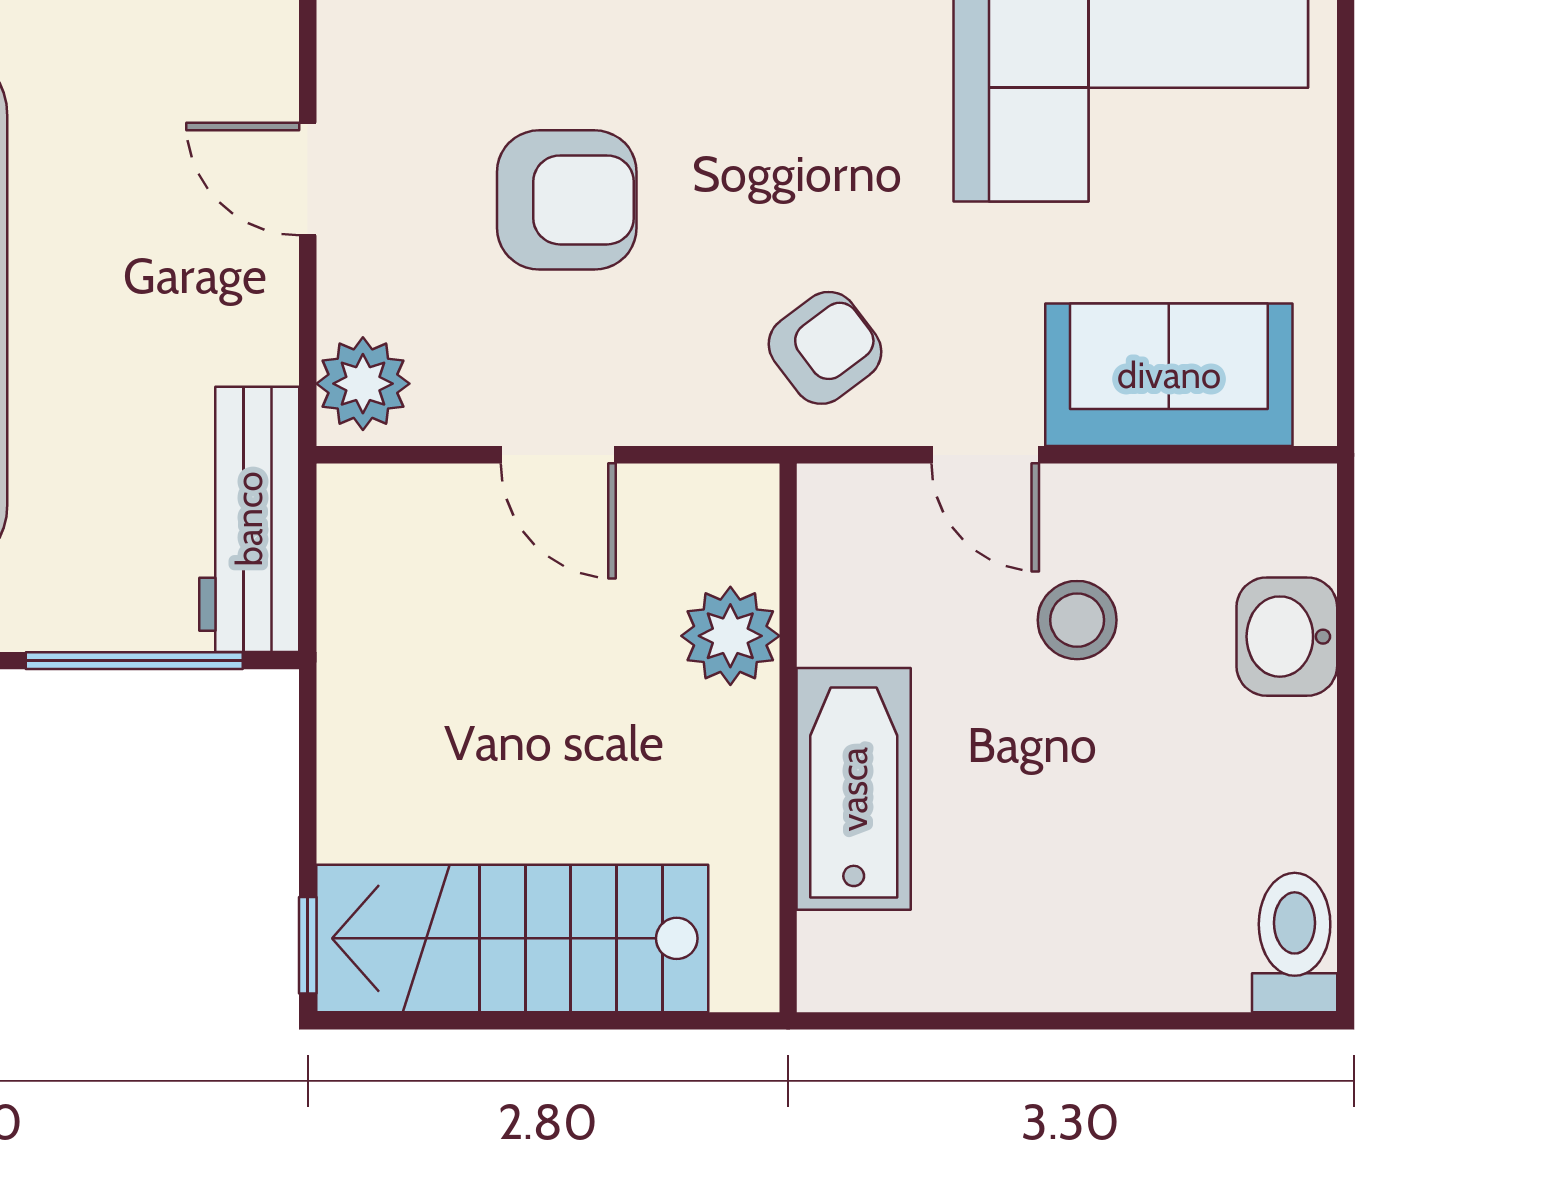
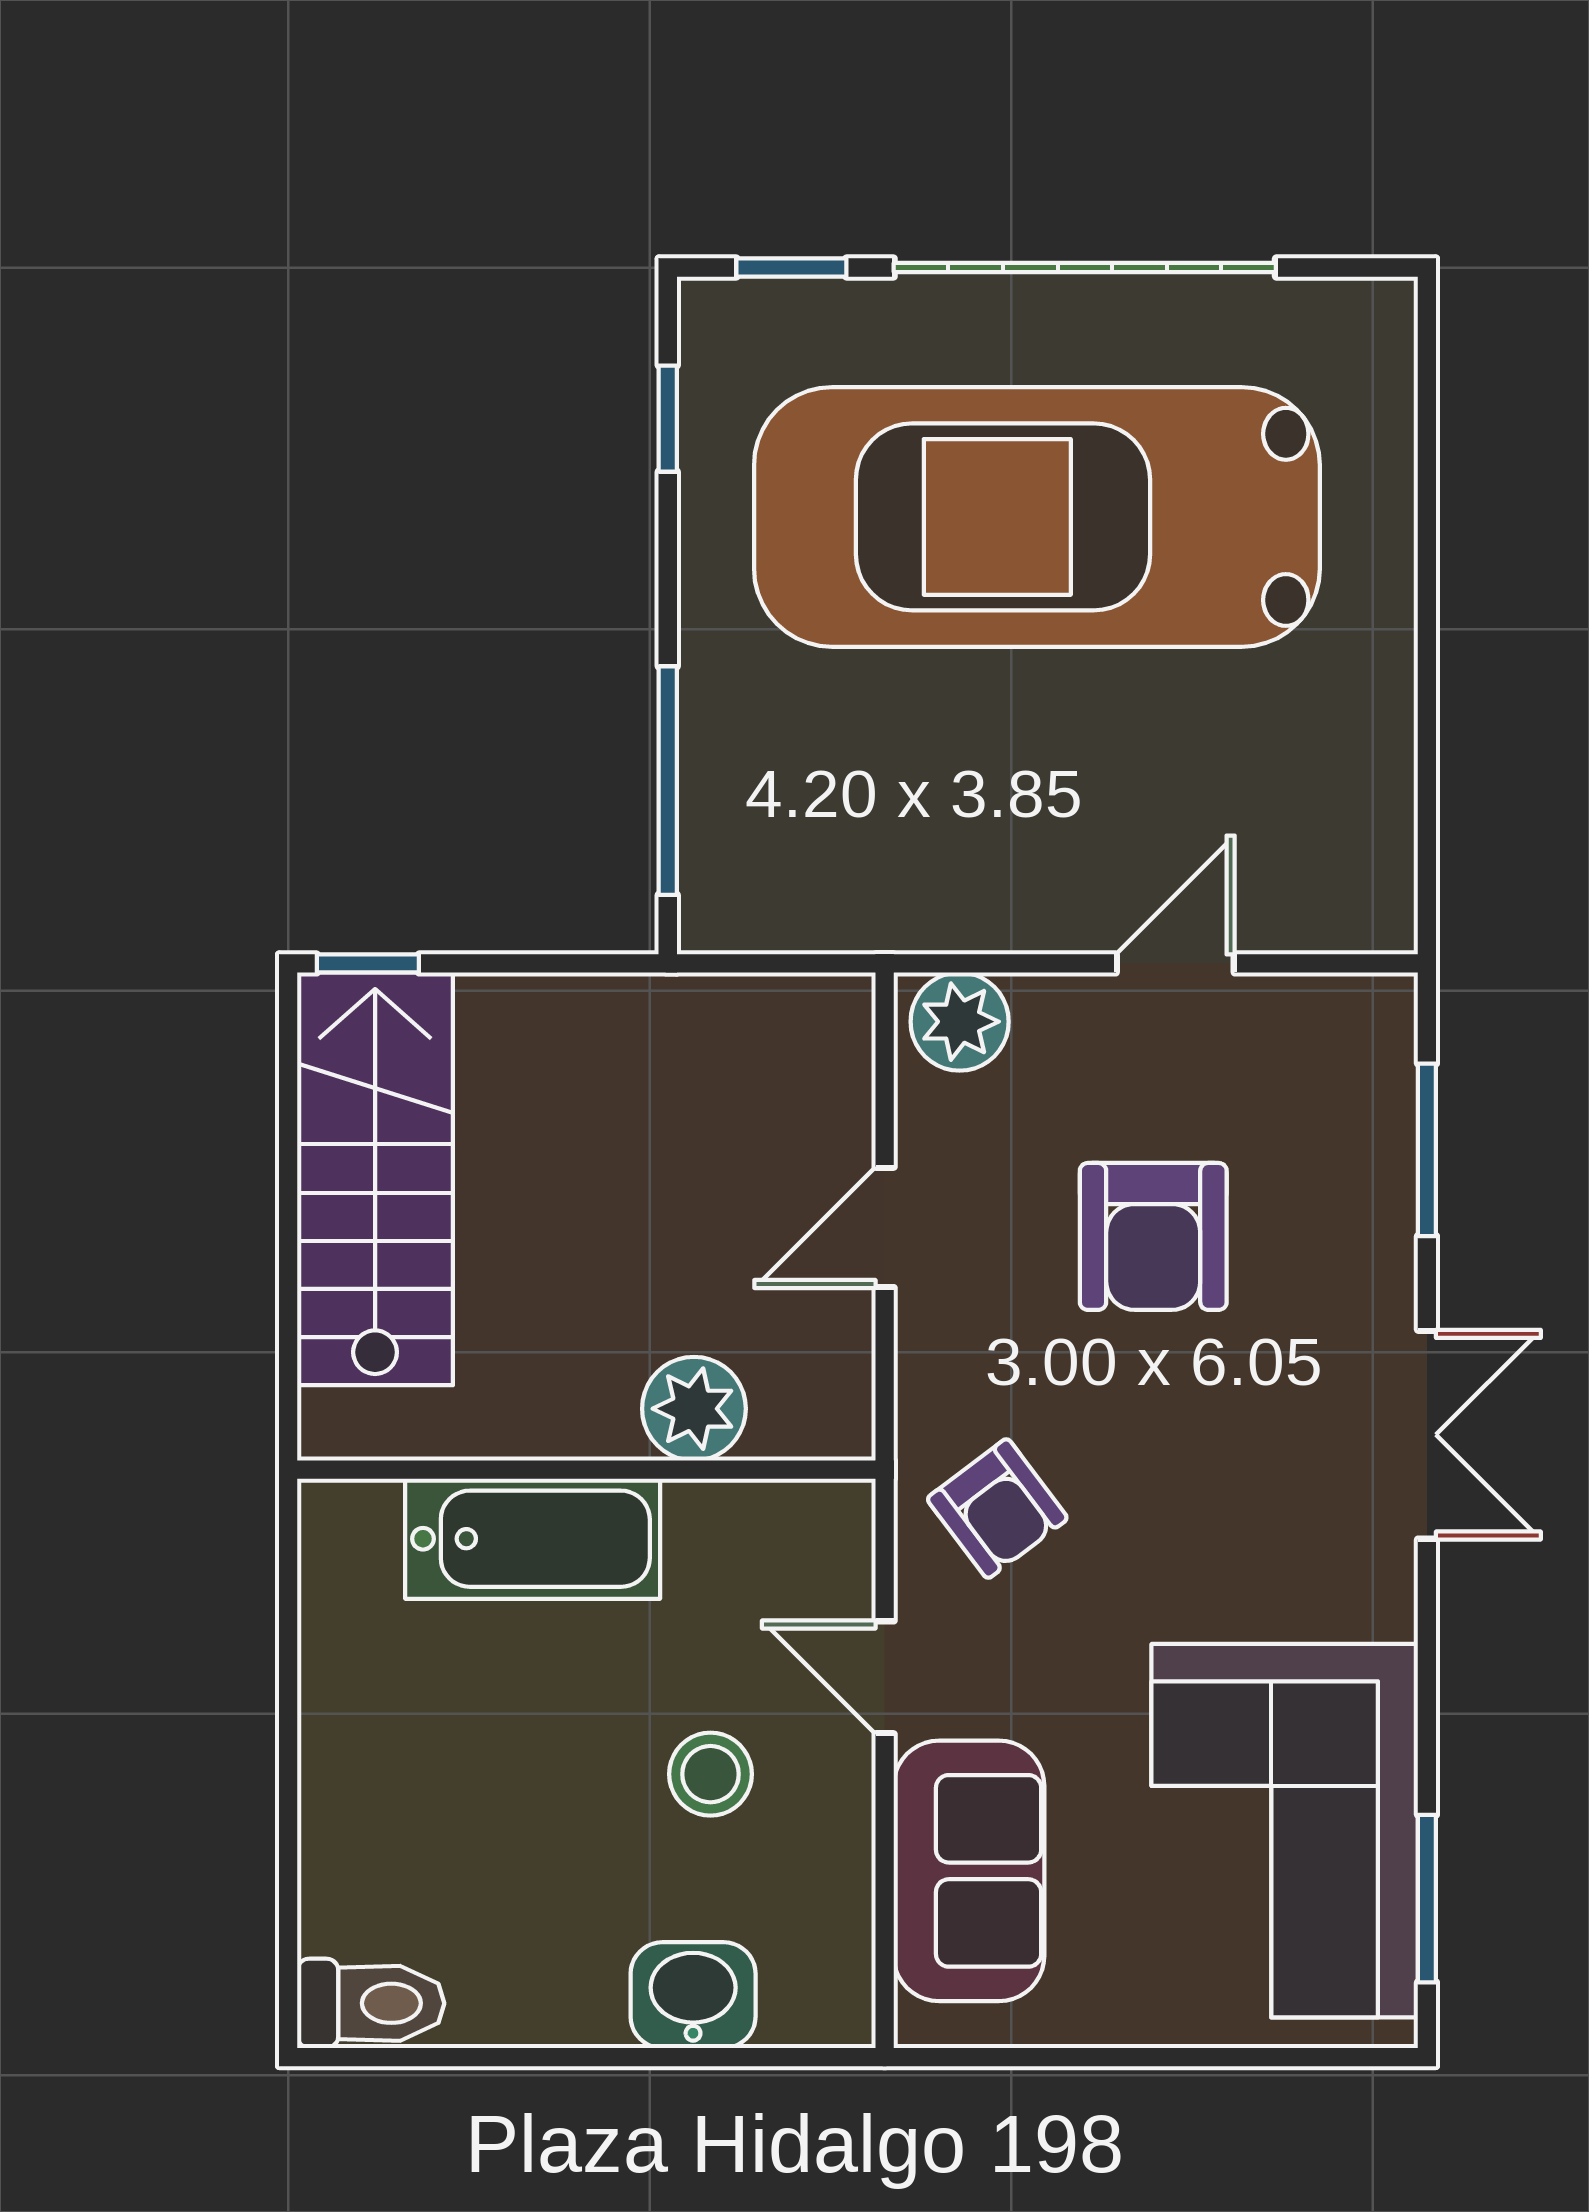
door: (985, 455) -> (885, 1677), hinge flipped
workbench: (249, 519) -> (817, 902), removed

